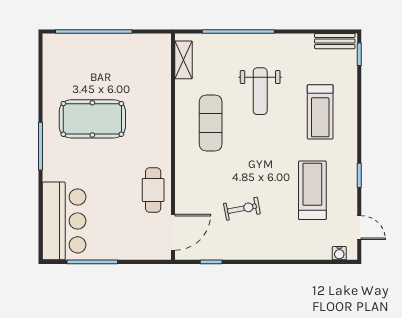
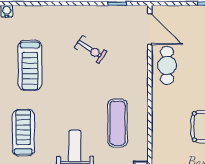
exercise bike: (242, 209) -> (91, 49), turned -136
door: (173, 232) -> (150, 29), swing flipped

